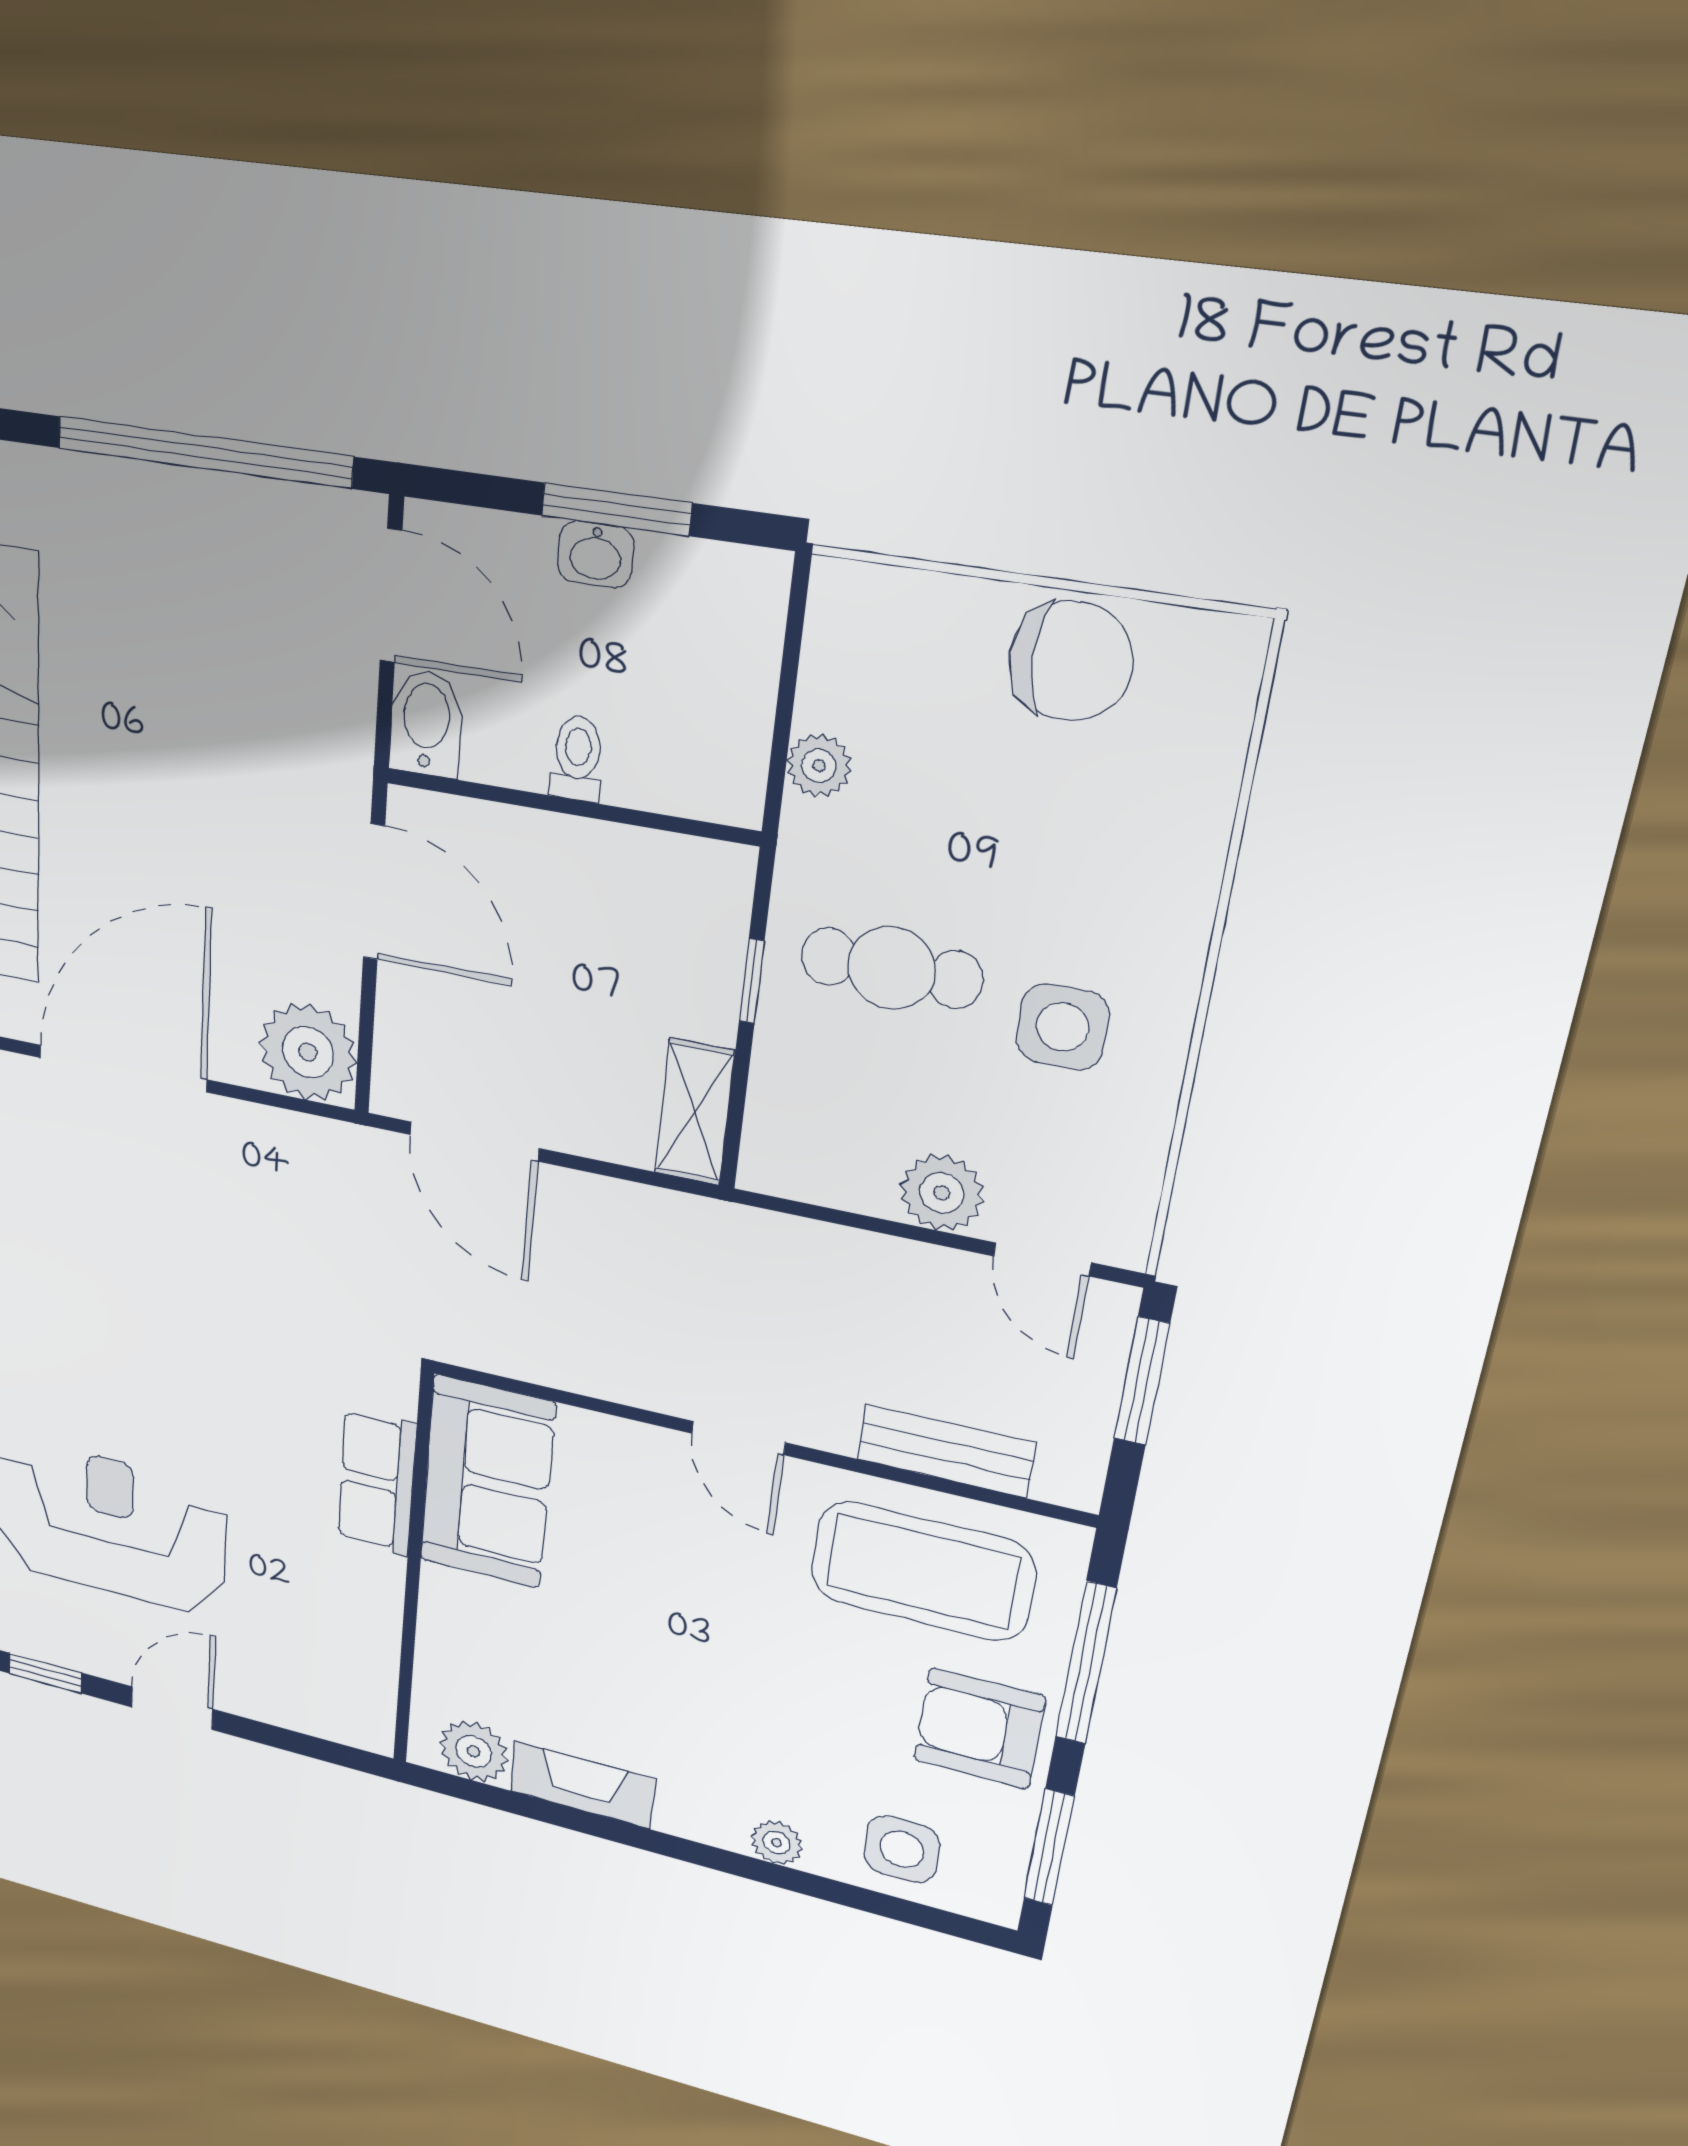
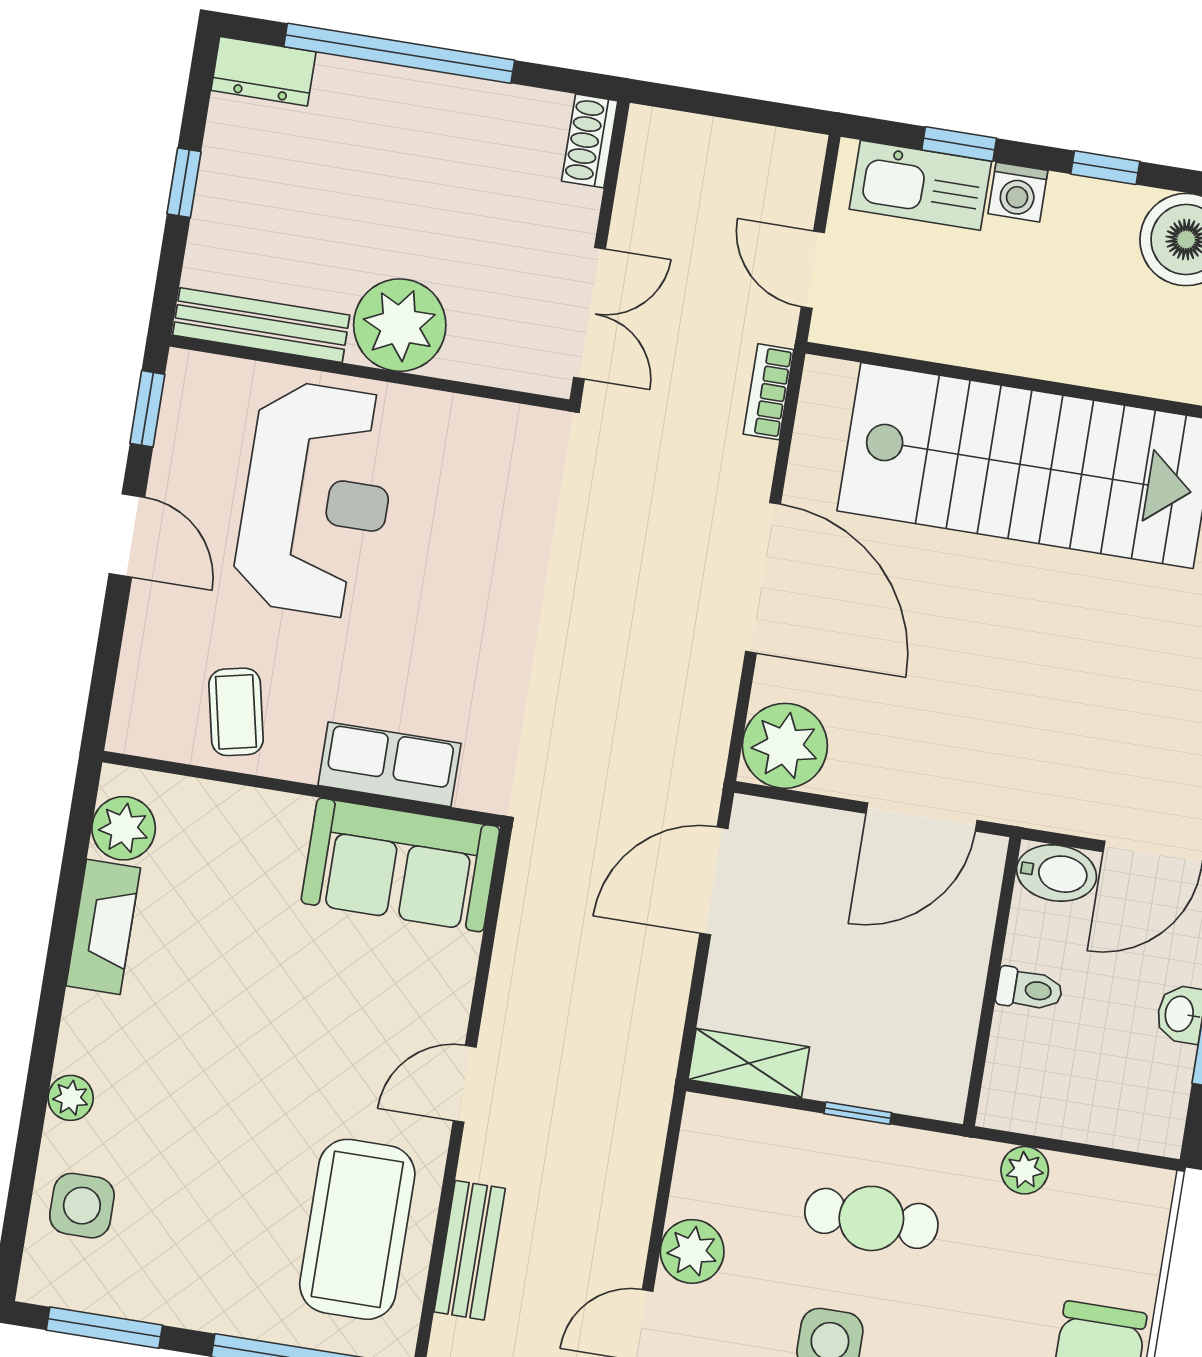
cafe table: (892, 968) -> (871, 1218), turned 90
coffee table: (338, 1628) -> (236, 712), added
armchair: (979, 1728) -> (213, 1272), removed

